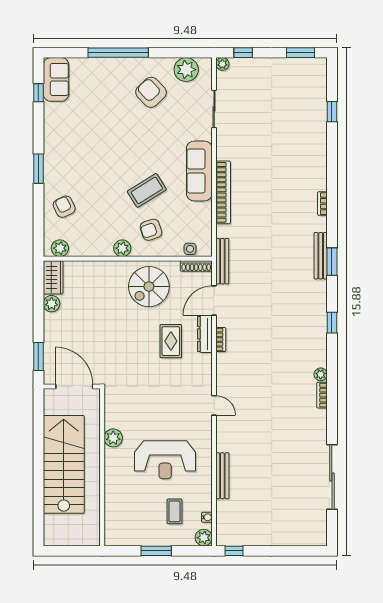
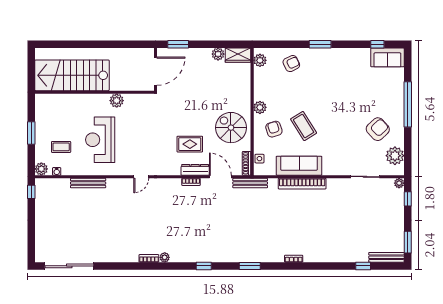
sofa: (199, 171) -> (299, 166), moved
bench: (321, 256) -> (386, 257), moved
stairs: (64, 464) -> (72, 75), moved, turned 180
sliding door: (332, 477) -> (69, 266), moved

